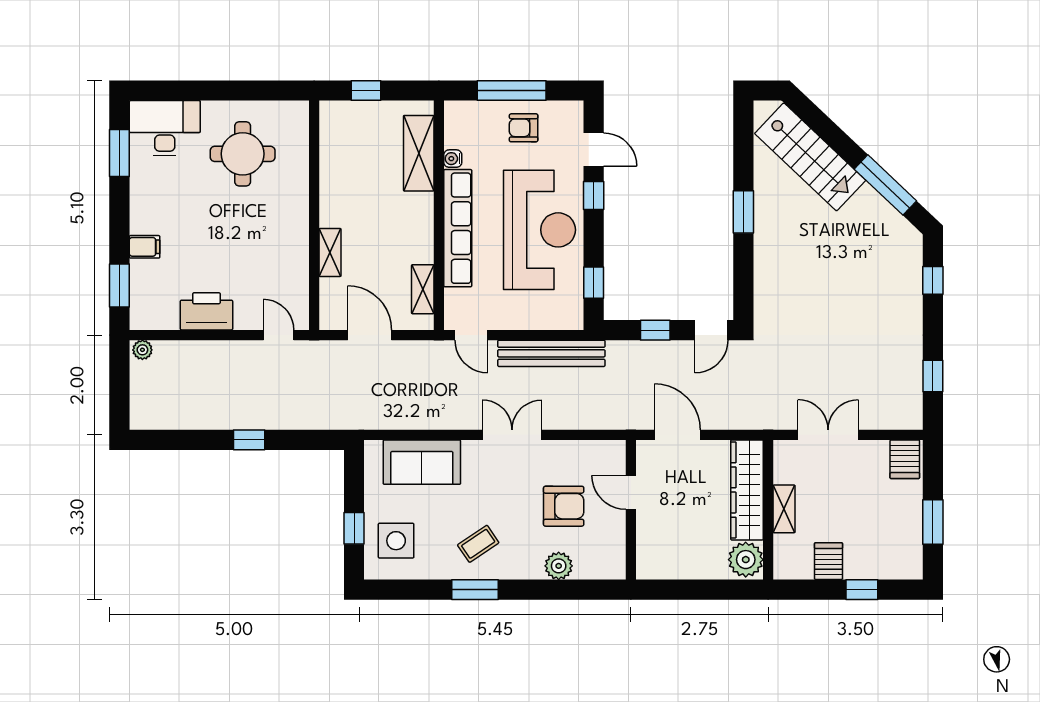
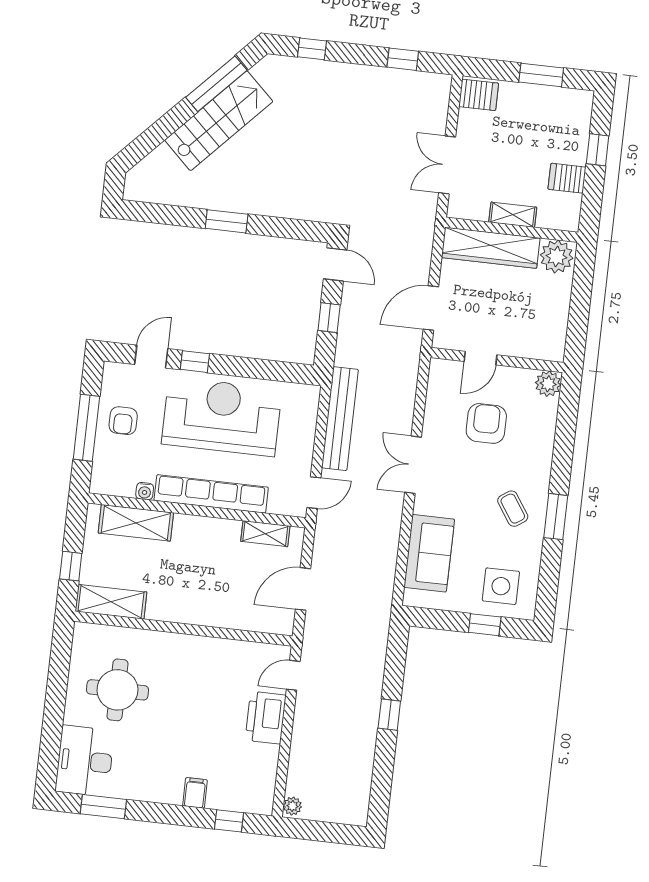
stairs: (810, 157) -> (219, 121), moved
shelving: (330, 252) -> (111, 602), moved, width x1.50, depth x1.33
window: (594, 283) -> (277, 371), removed
window: (119, 285) -> (229, 821), width x0.67
printer: (206, 311) -> (266, 718), moved
plant: (559, 566) -> (548, 384), moved

